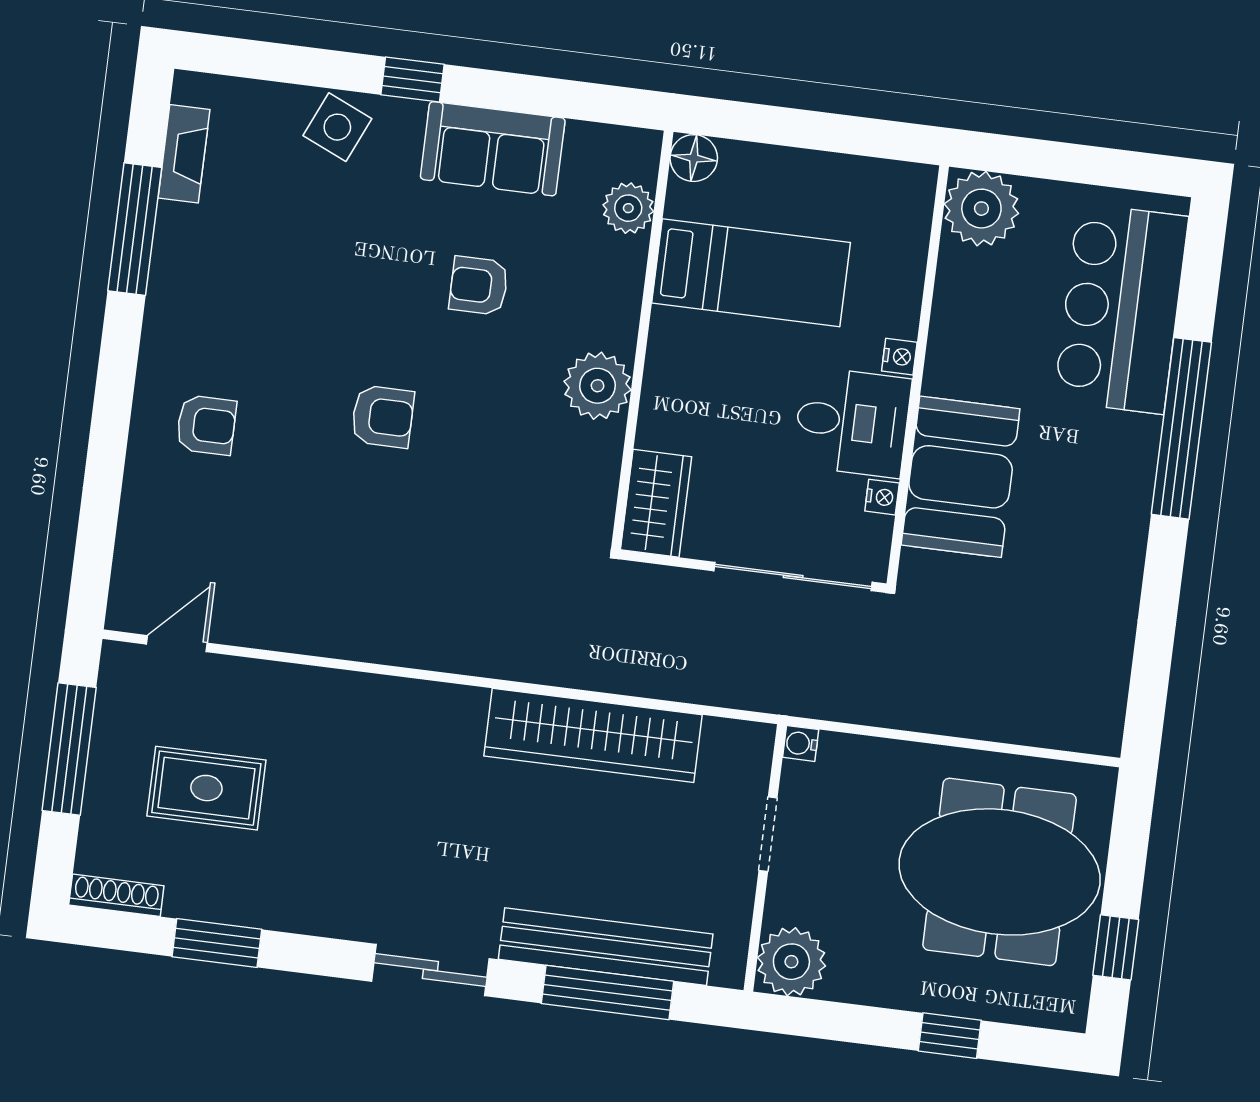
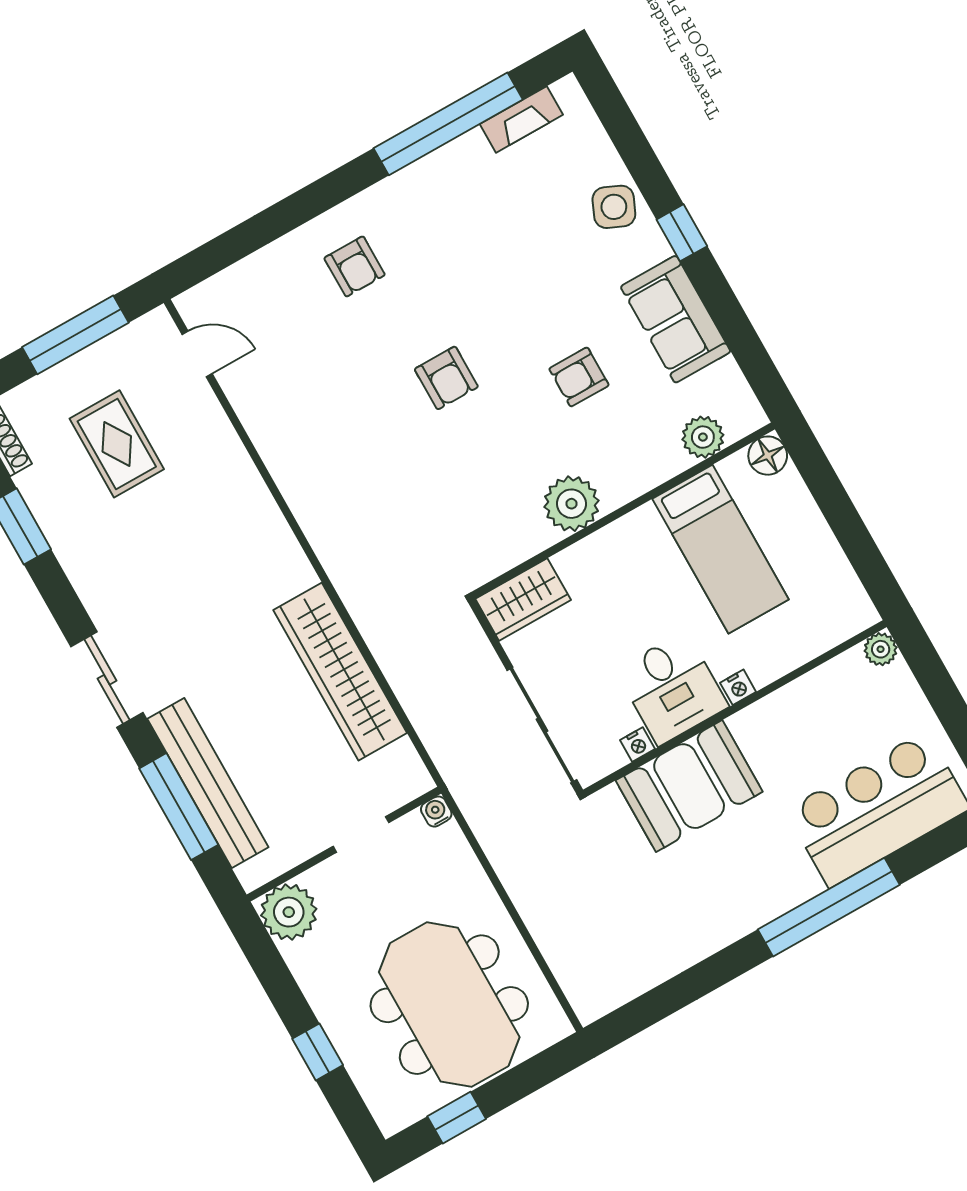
plant: (981, 209) -> (881, 649), width x0.53, depth x0.53
window: (135, 229) -> (448, 124), width x1.46
armchair: (479, 286) -> (579, 377), turned -90

